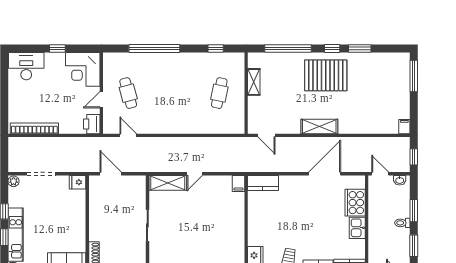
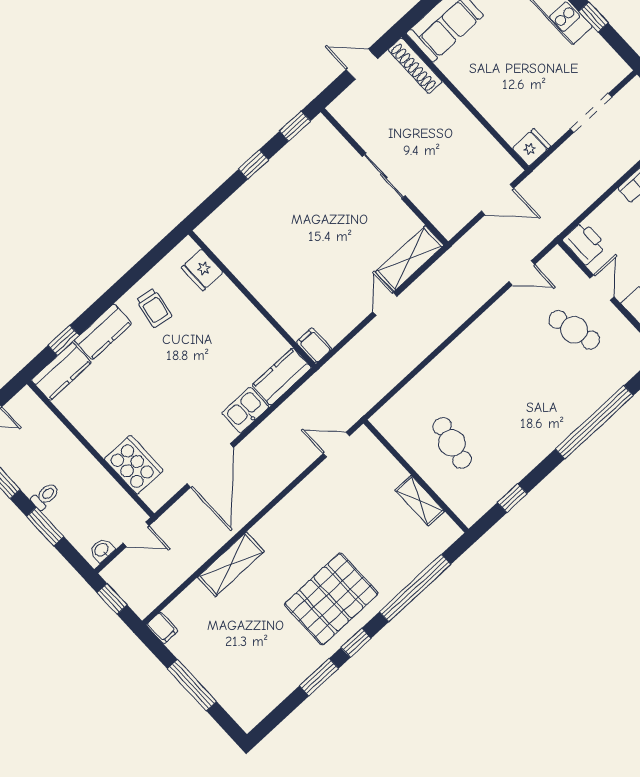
window: (414, 76) -> (192, 685), moved
shelving: (319, 126) -> (231, 564), moved
plant: (14, 181) -> (618, 69), removed
kitchen sink: (357, 228) -> (245, 410), moved, turned -90

